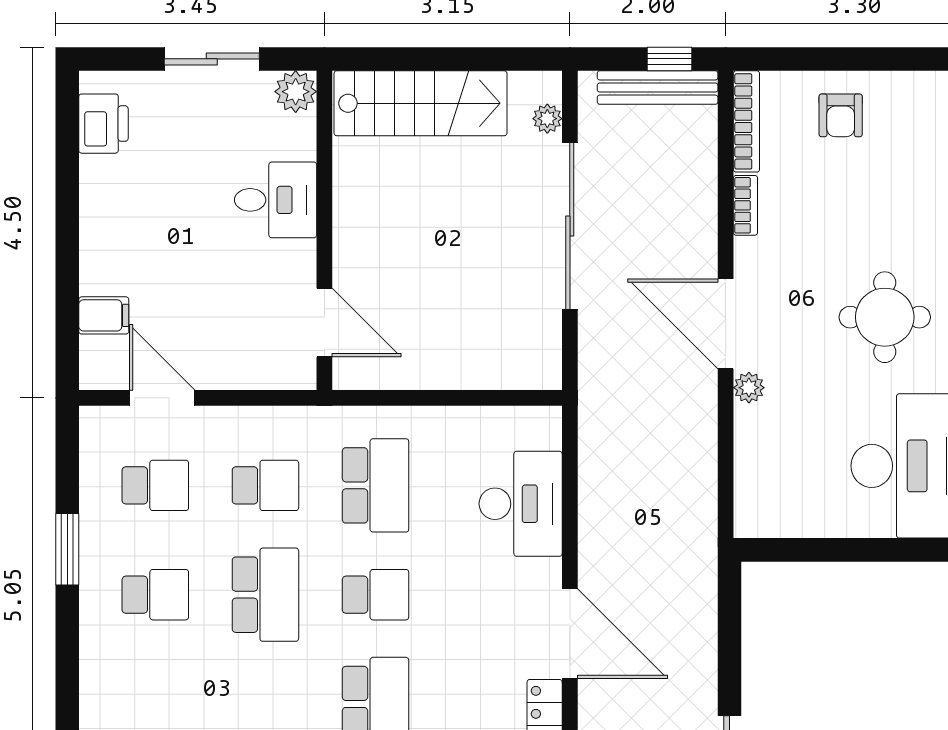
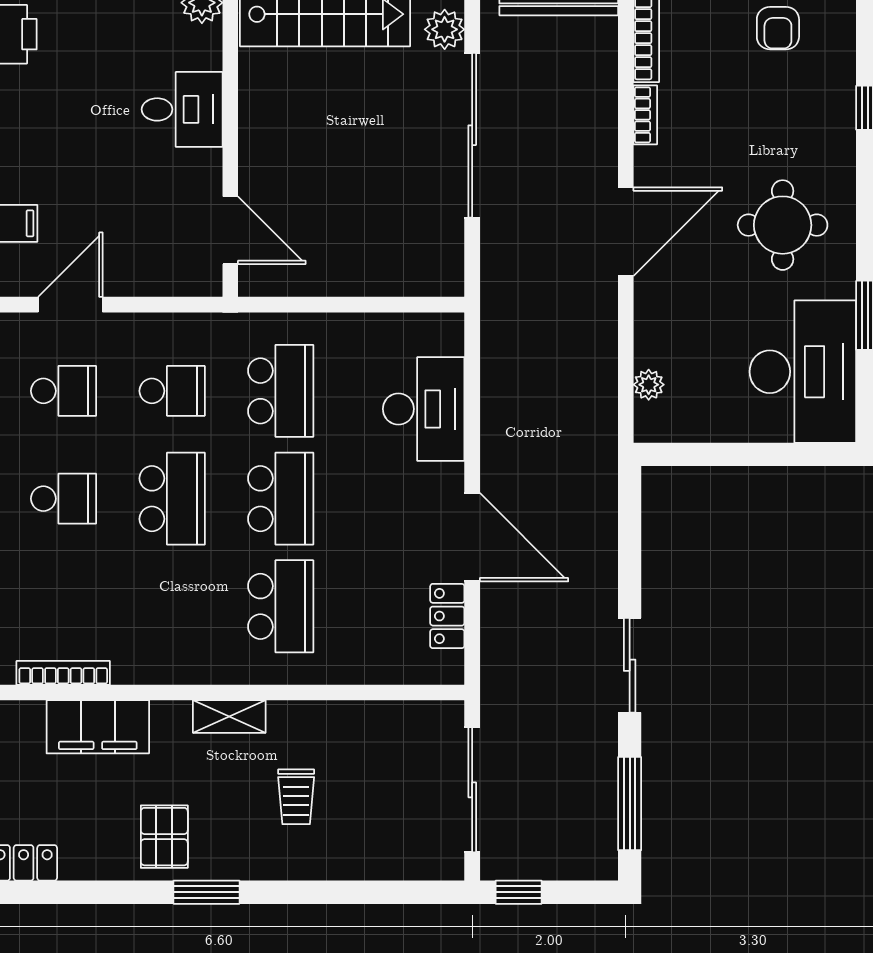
armchair: (841, 115) -> (778, 28), moved
plant: (547, 119) -> (445, 29), width x1.38, depth x1.38
door: (726, 324) -> (626, 232), swing flipped
plant: (749, 388) -> (649, 385), moved
door: (162, 398) -> (70, 305), hinge flipped
school desk: (375, 595) -> (281, 499), width x1.85

